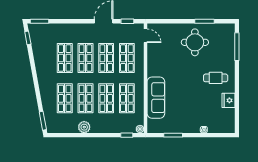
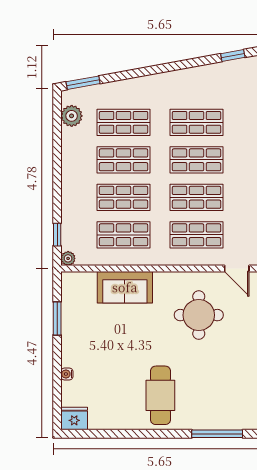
door: (145, 36) -> (237, 268), hinge flipped
round table: (195, 42) -> (199, 315), moved
cafe table: (216, 78) -> (160, 395), width x1.37, depth x1.35
sofa: (156, 98) -> (125, 287), width x0.73
fridge: (228, 100) -> (74, 419), moved
plant: (84, 127) -> (72, 116), moved

